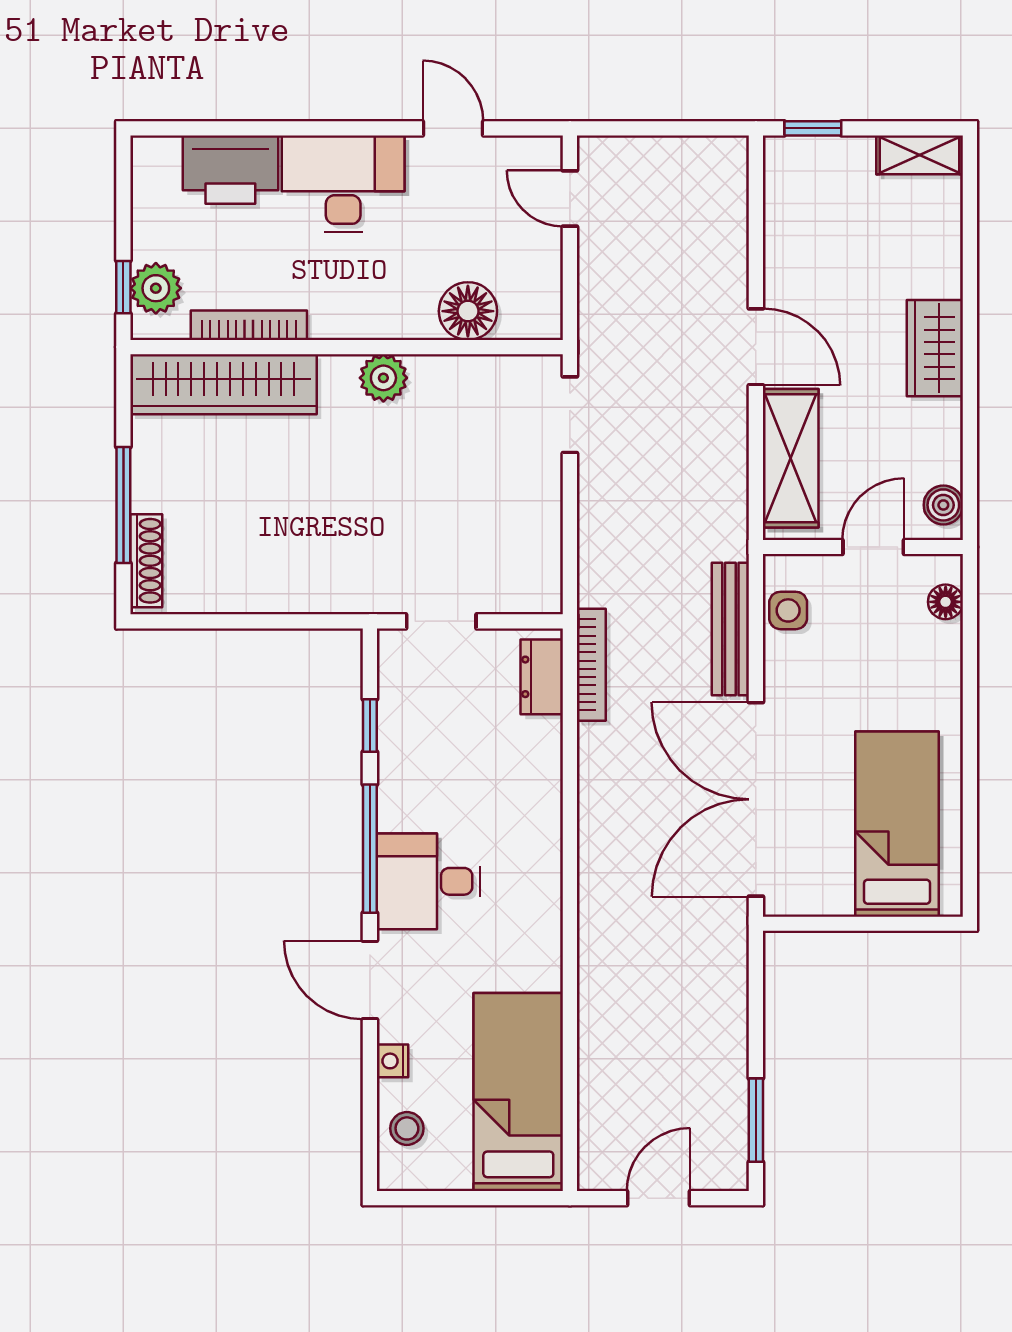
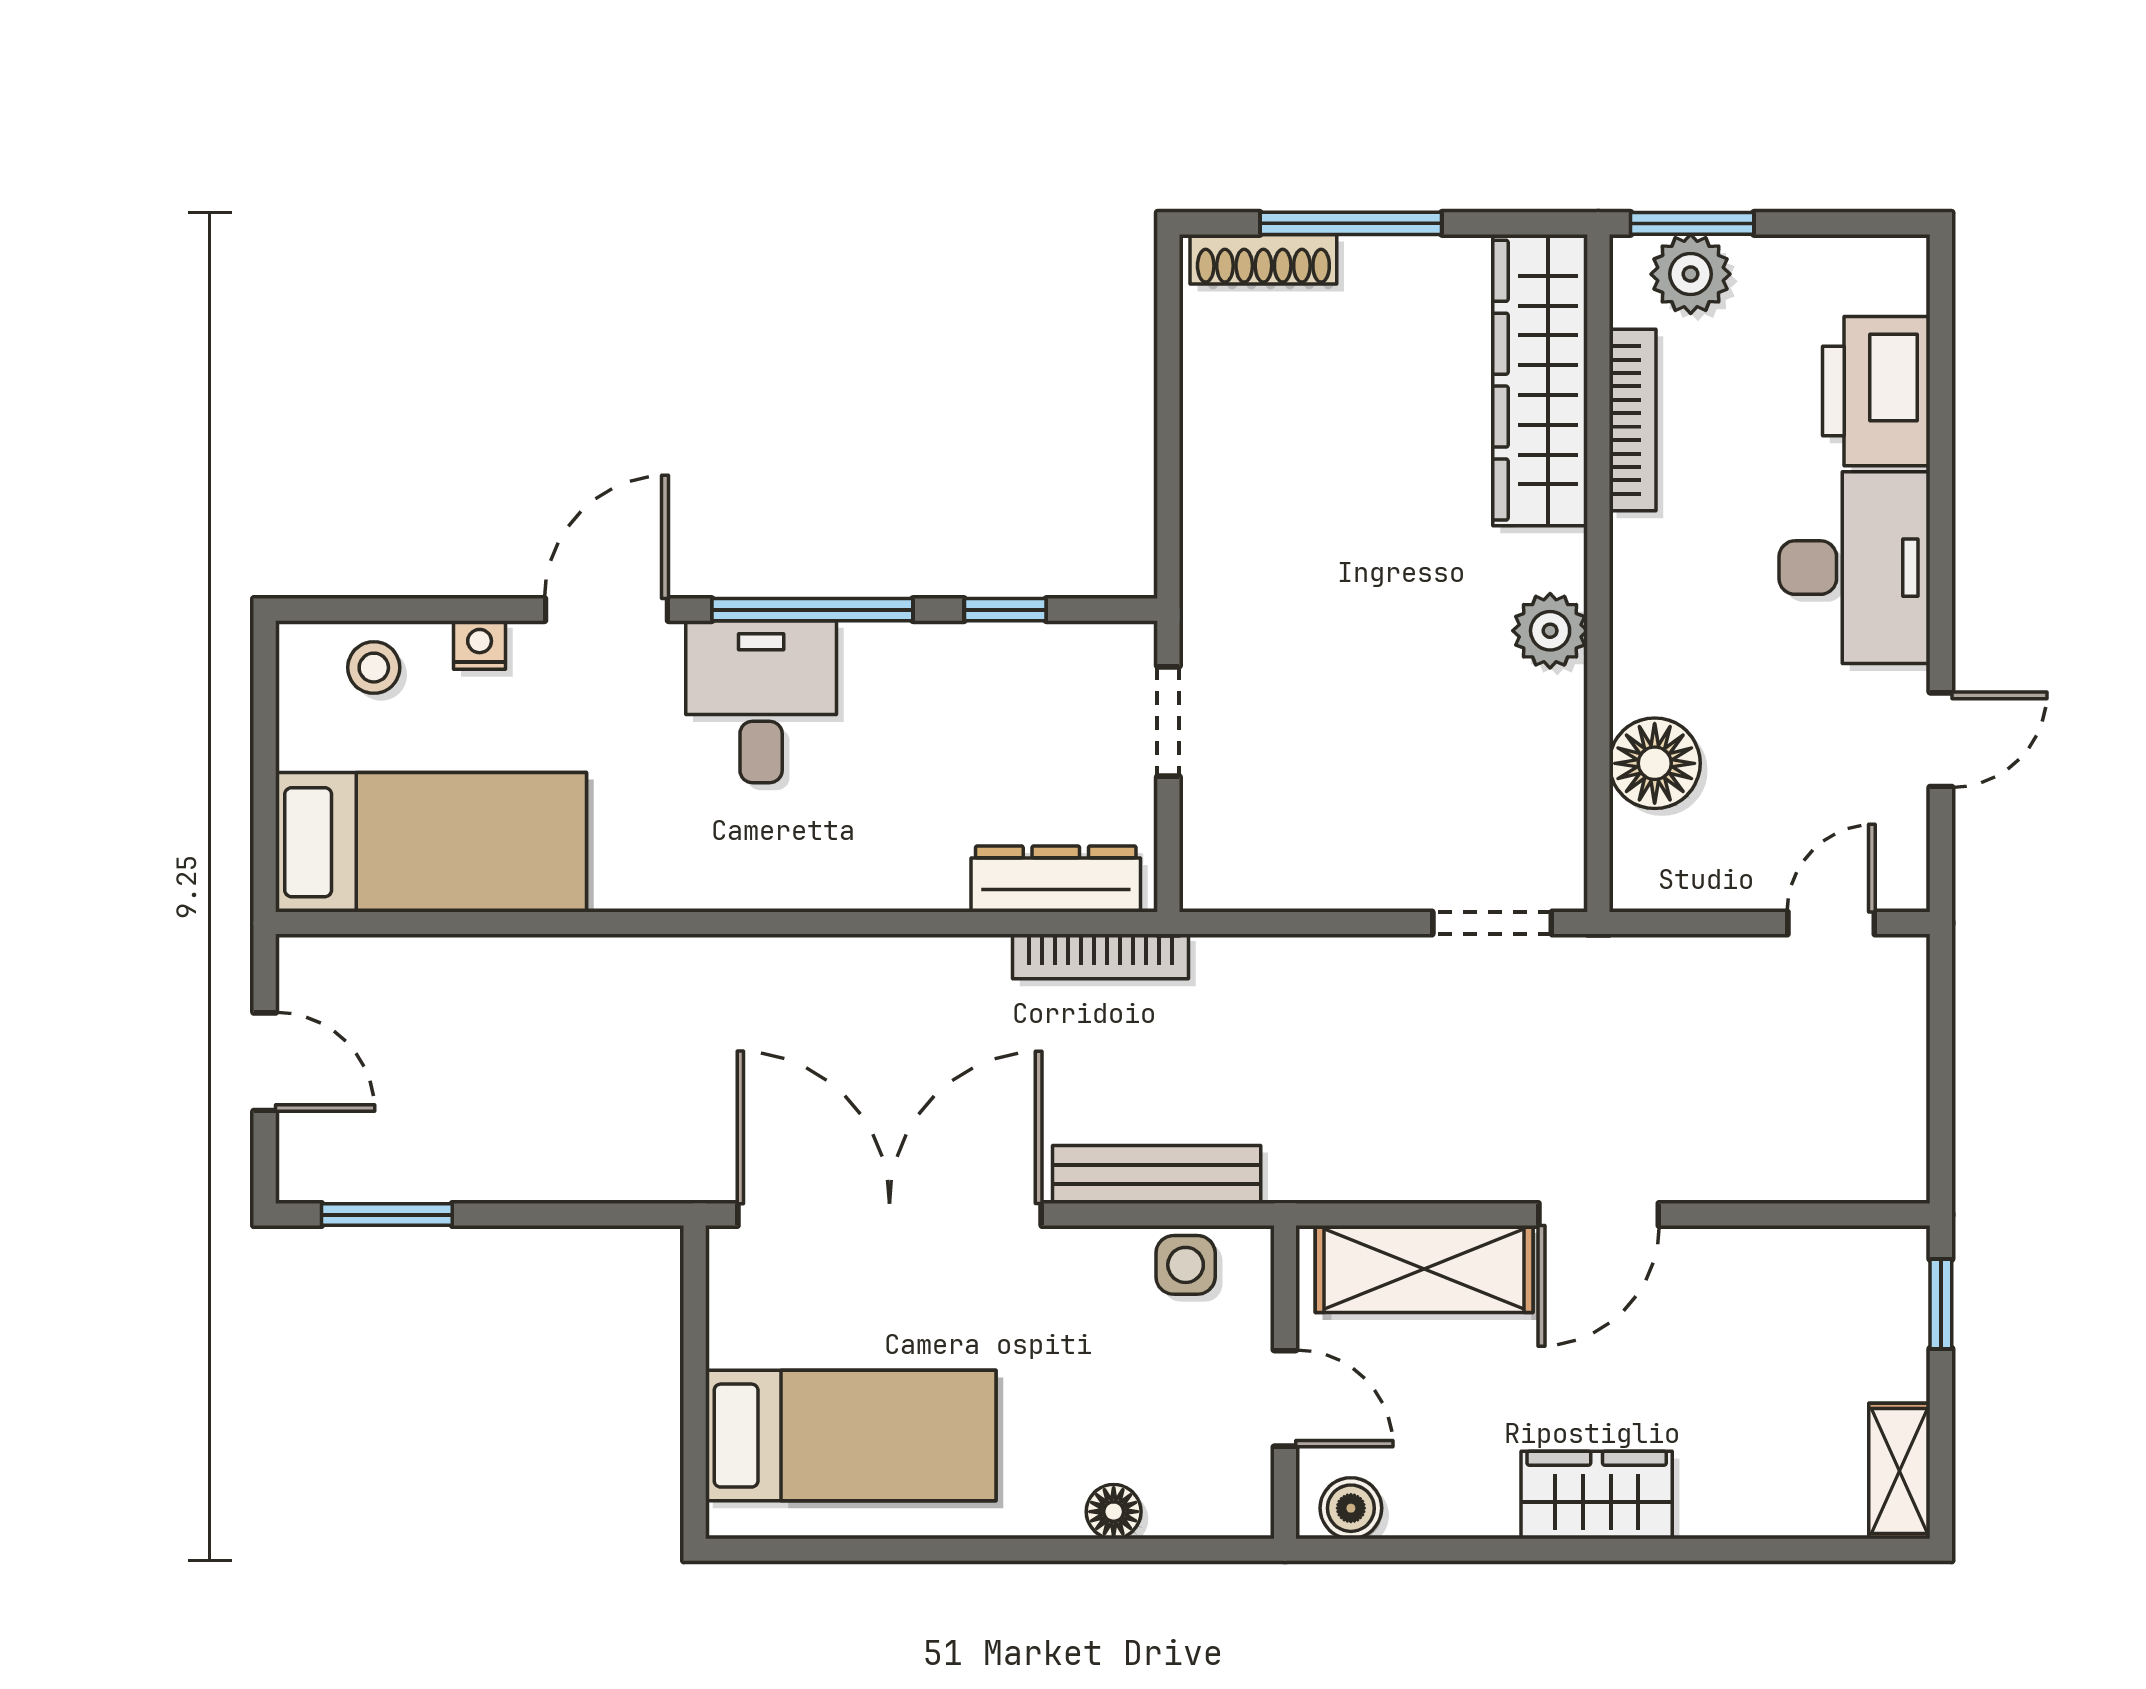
window: (123, 287) -> (1692, 223), width x1.50
floor lamp: (946, 602) -> (1114, 1512), moved
dresser: (542, 677) -> (1056, 879), width x1.44

